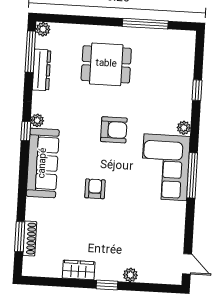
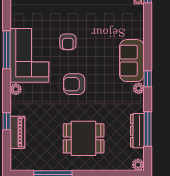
window: (30, 52) -> (148, 129), moved
piano: (185, 76) -> (17, 132), added
sofa: (43, 163) -> (132, 61), width x0.73
armchair: (95, 189) -> (68, 42), moved

